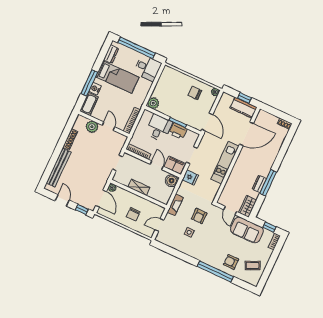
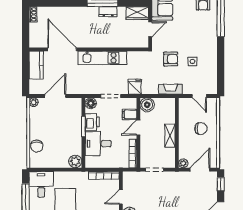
chair: (195, 93) -> (37, 146), moved
window: (245, 98) -> (26, 69), removed
door: (207, 122) -> (55, 96), moved
floor lamp: (193, 137) -> (91, 103), added
filing cabinet: (175, 165) -> (130, 114), width x0.50

